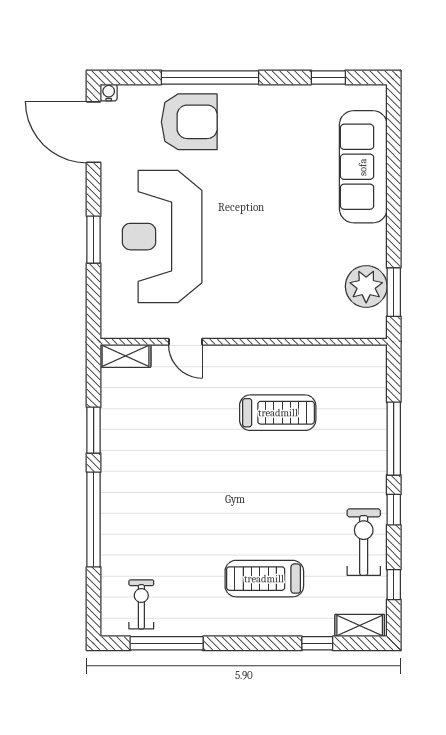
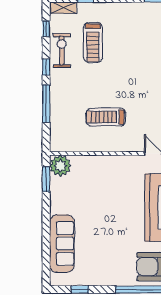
plant: (366, 286) -> (60, 166), moved
exercise bike: (364, 542) -> (62, 51), turned 180
treadmill: (264, 579) -> (93, 42), moved, turned 90

